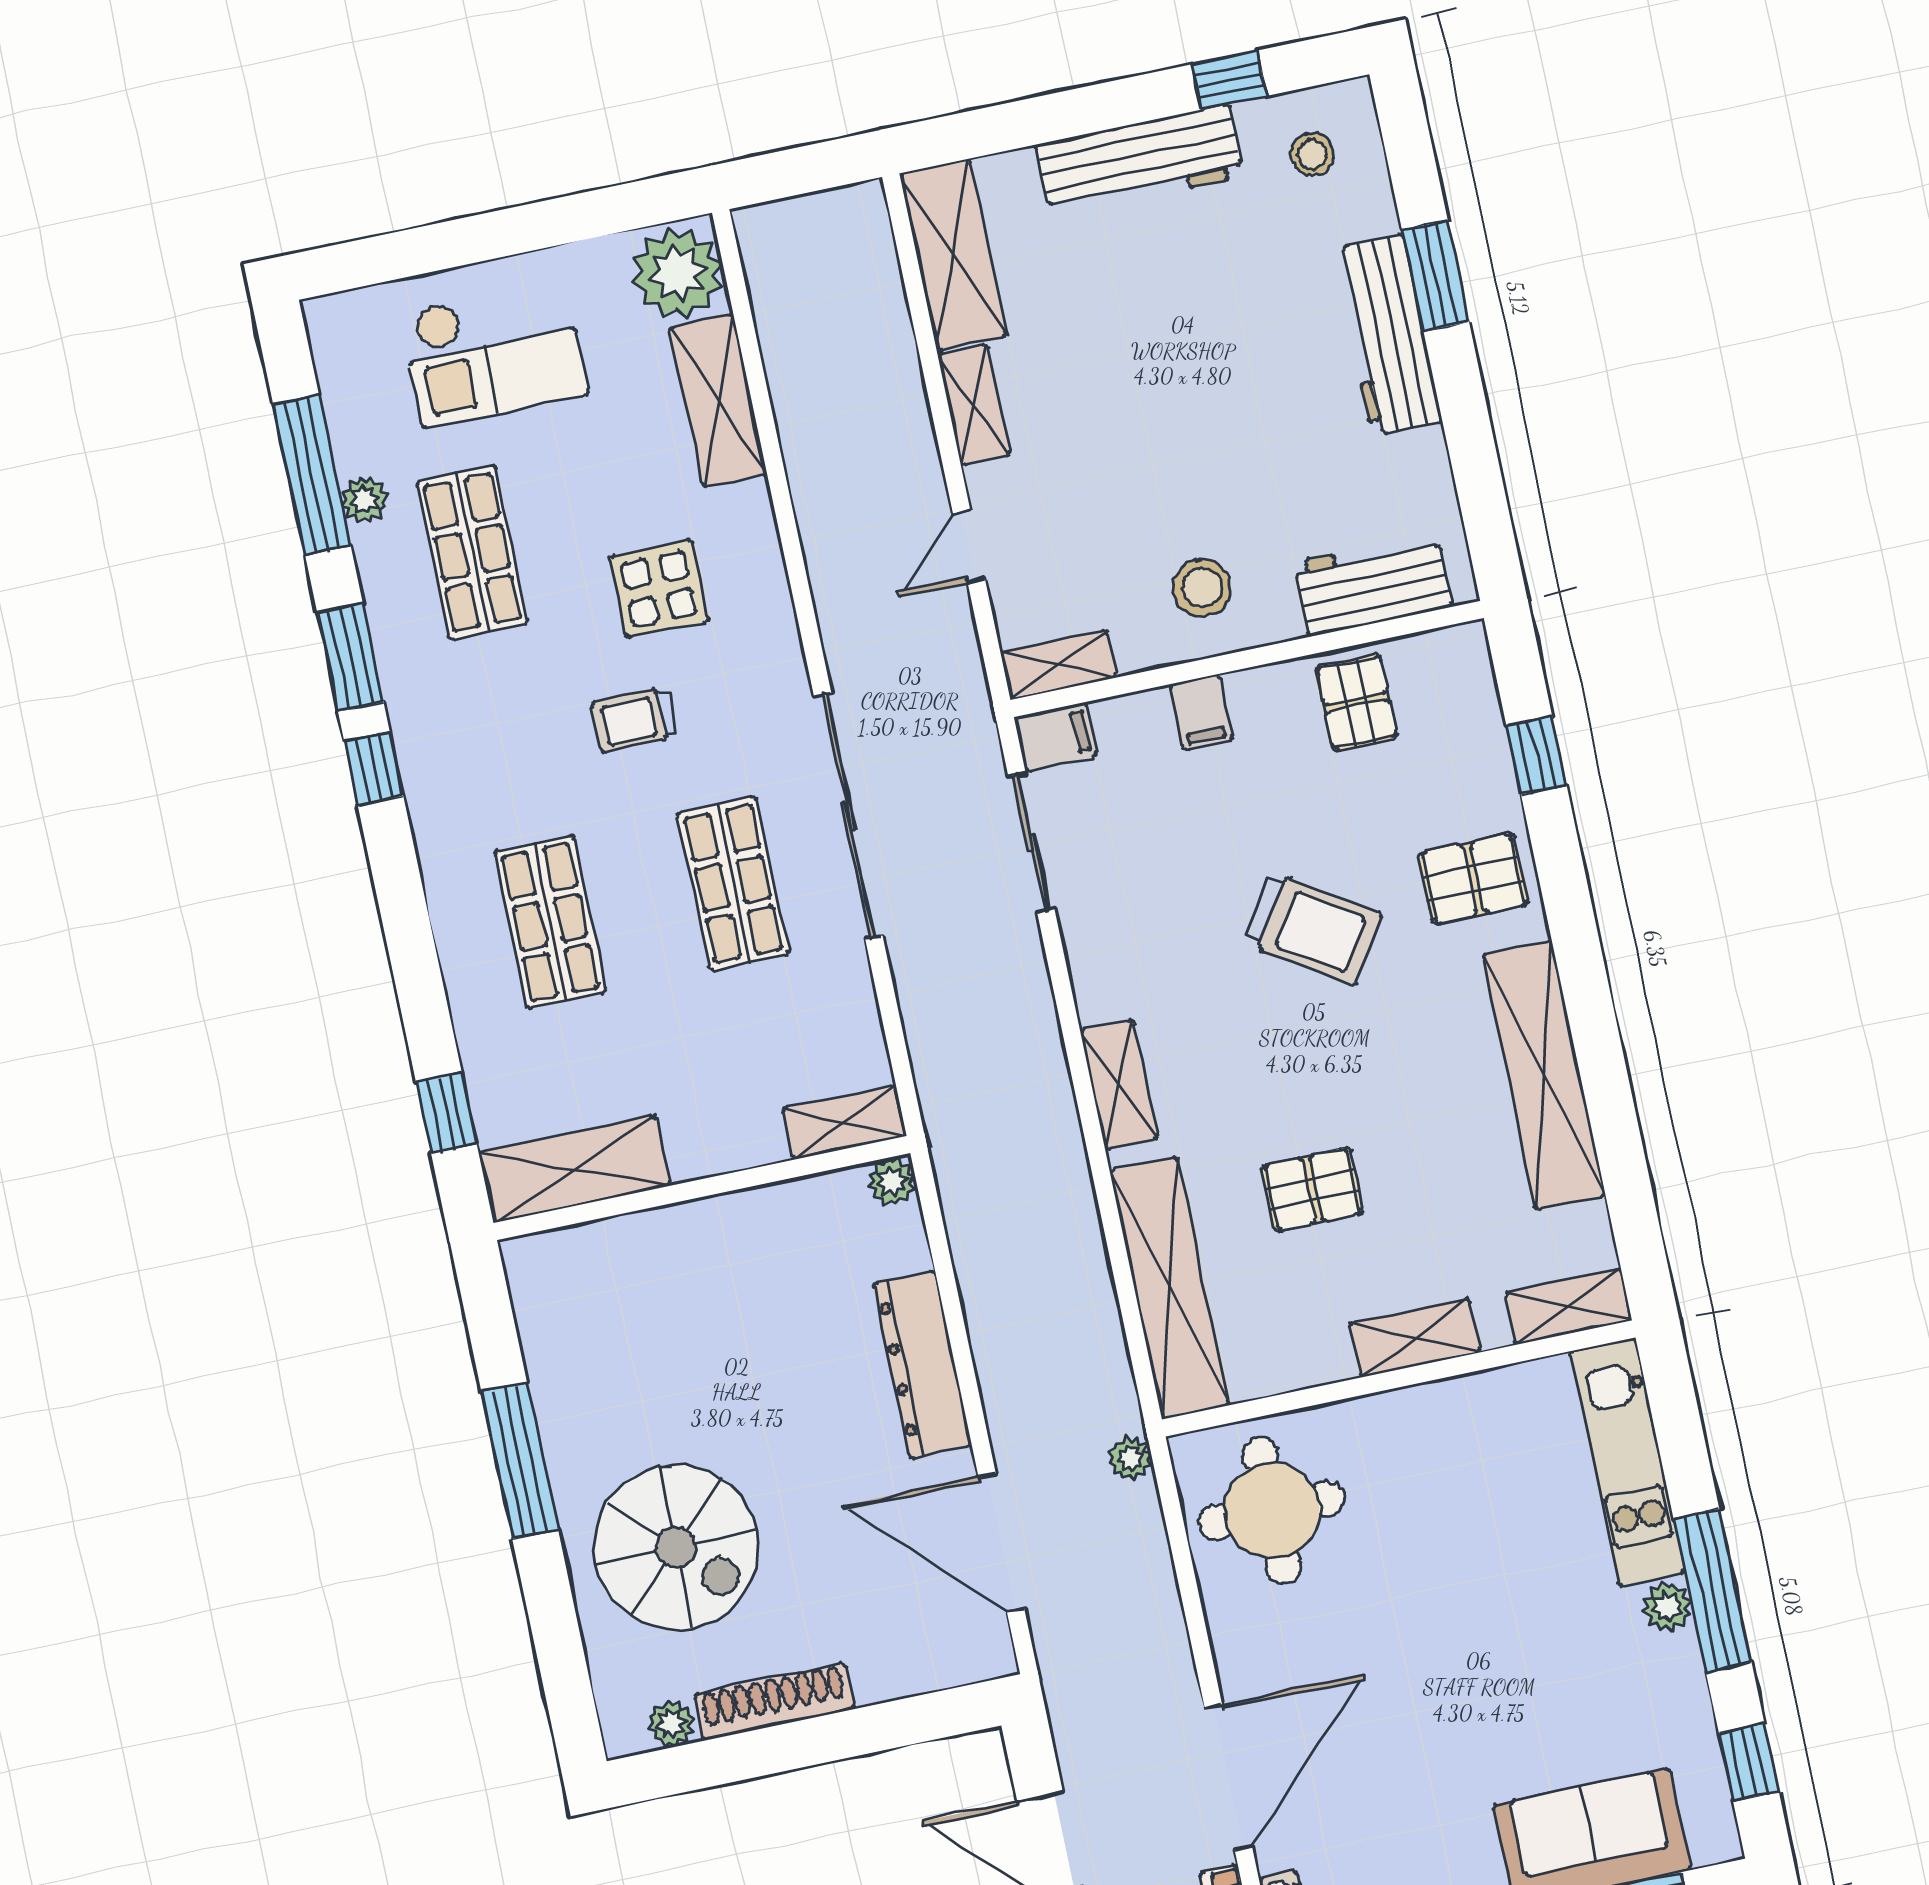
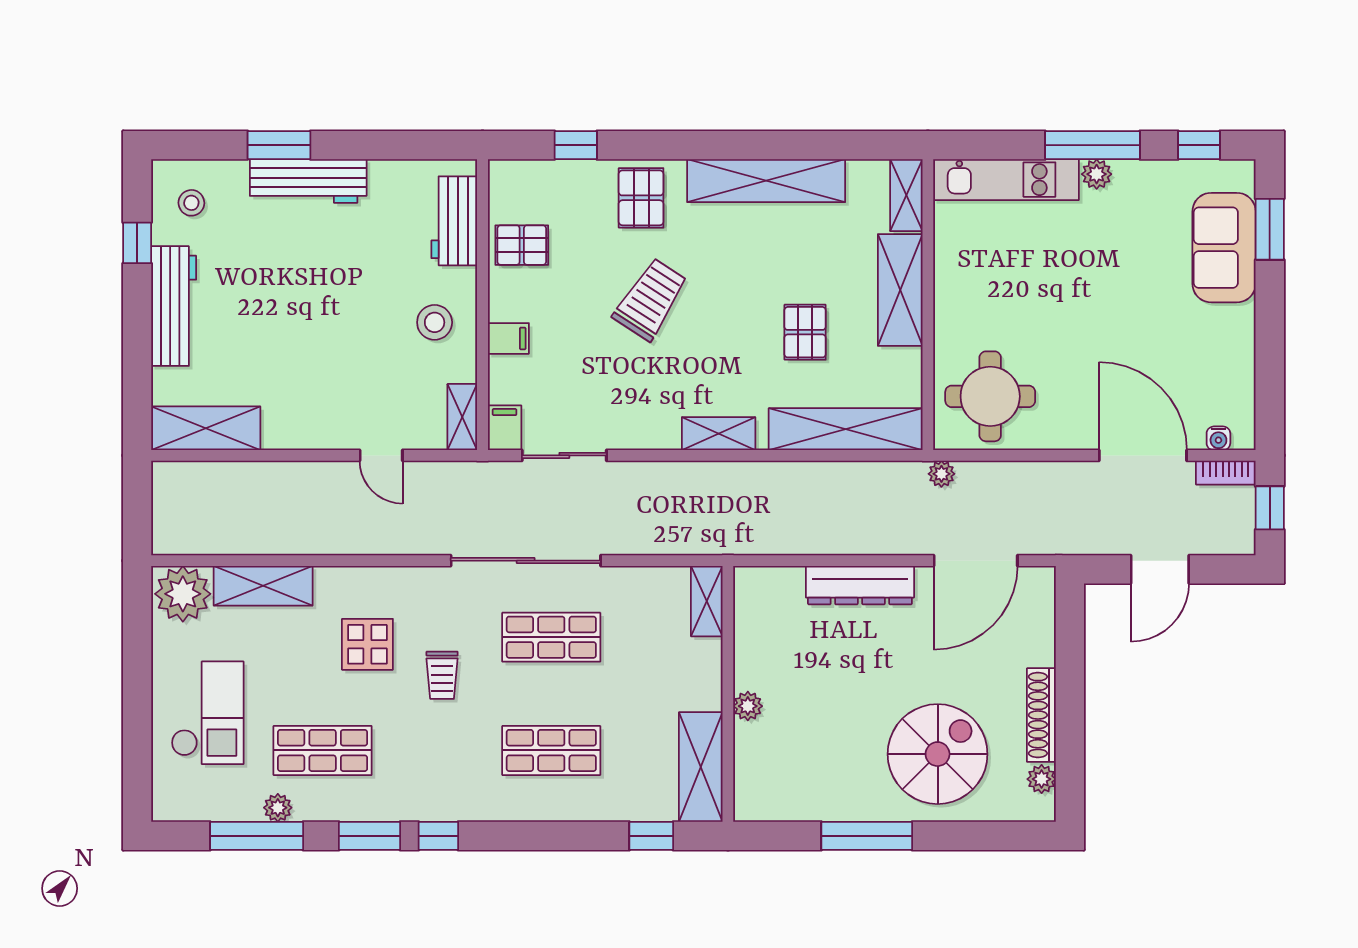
shelving: (974, 405) -> (298, 435), removed
plant: (892, 1181) -> (748, 706), moved
shelving: (1415, 1338) -> (900, 290), width x1.50, depth x1.33

